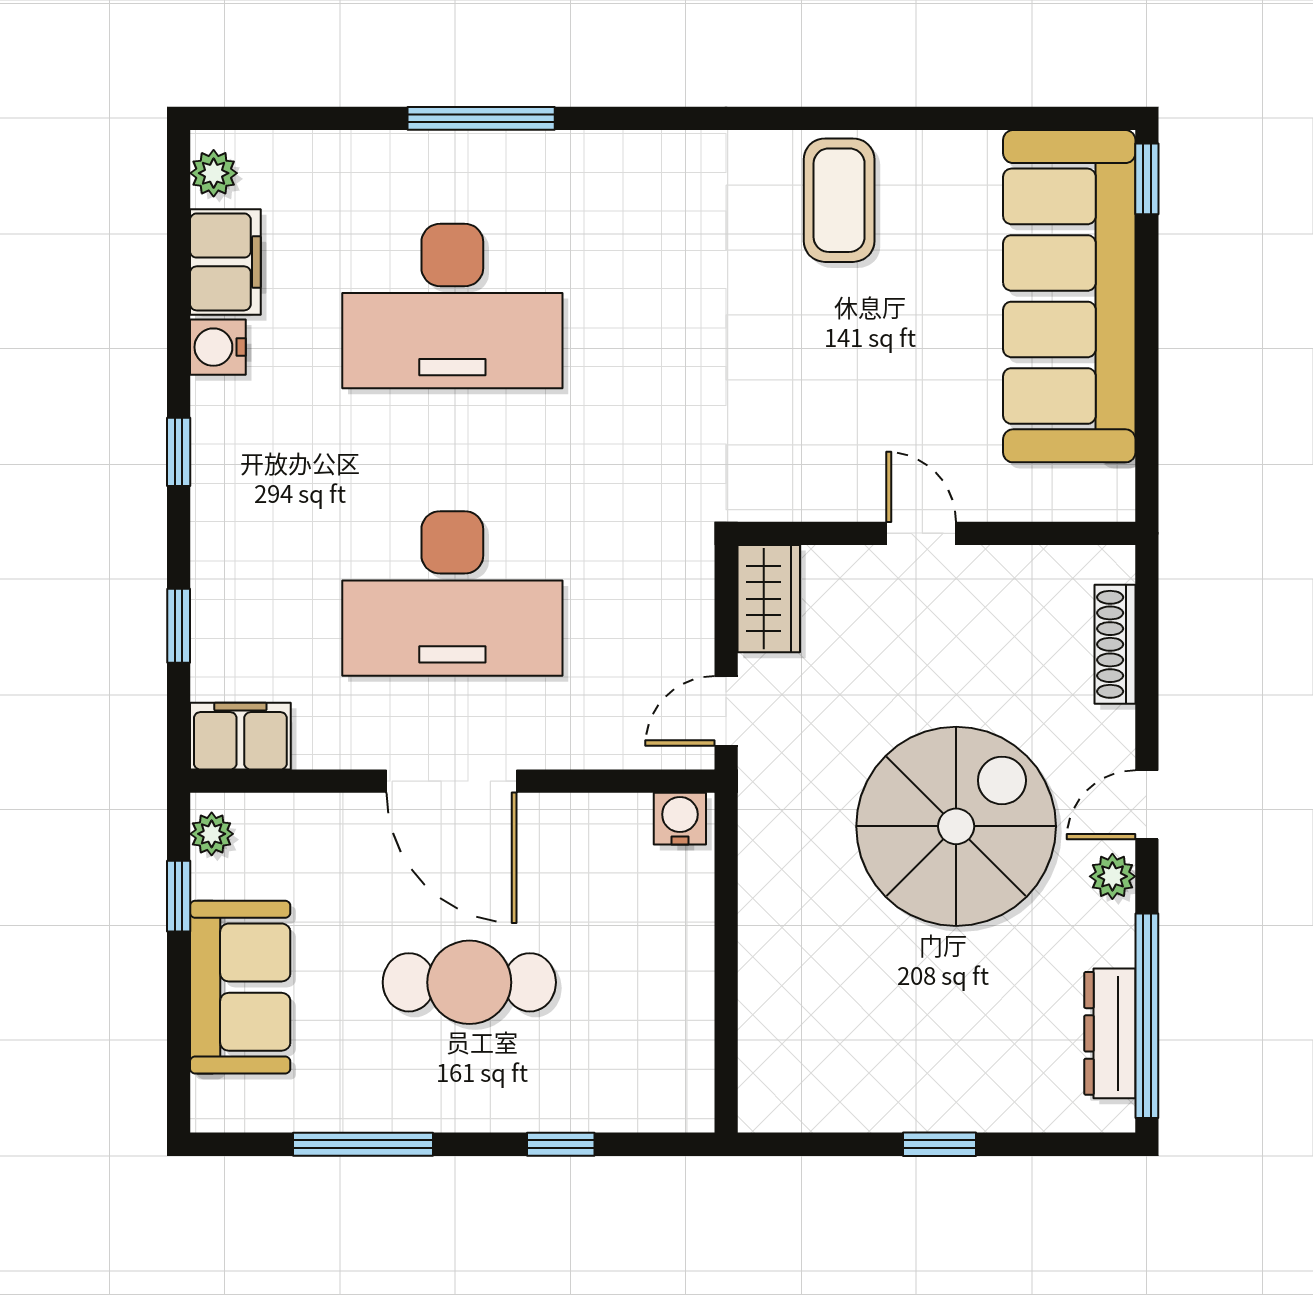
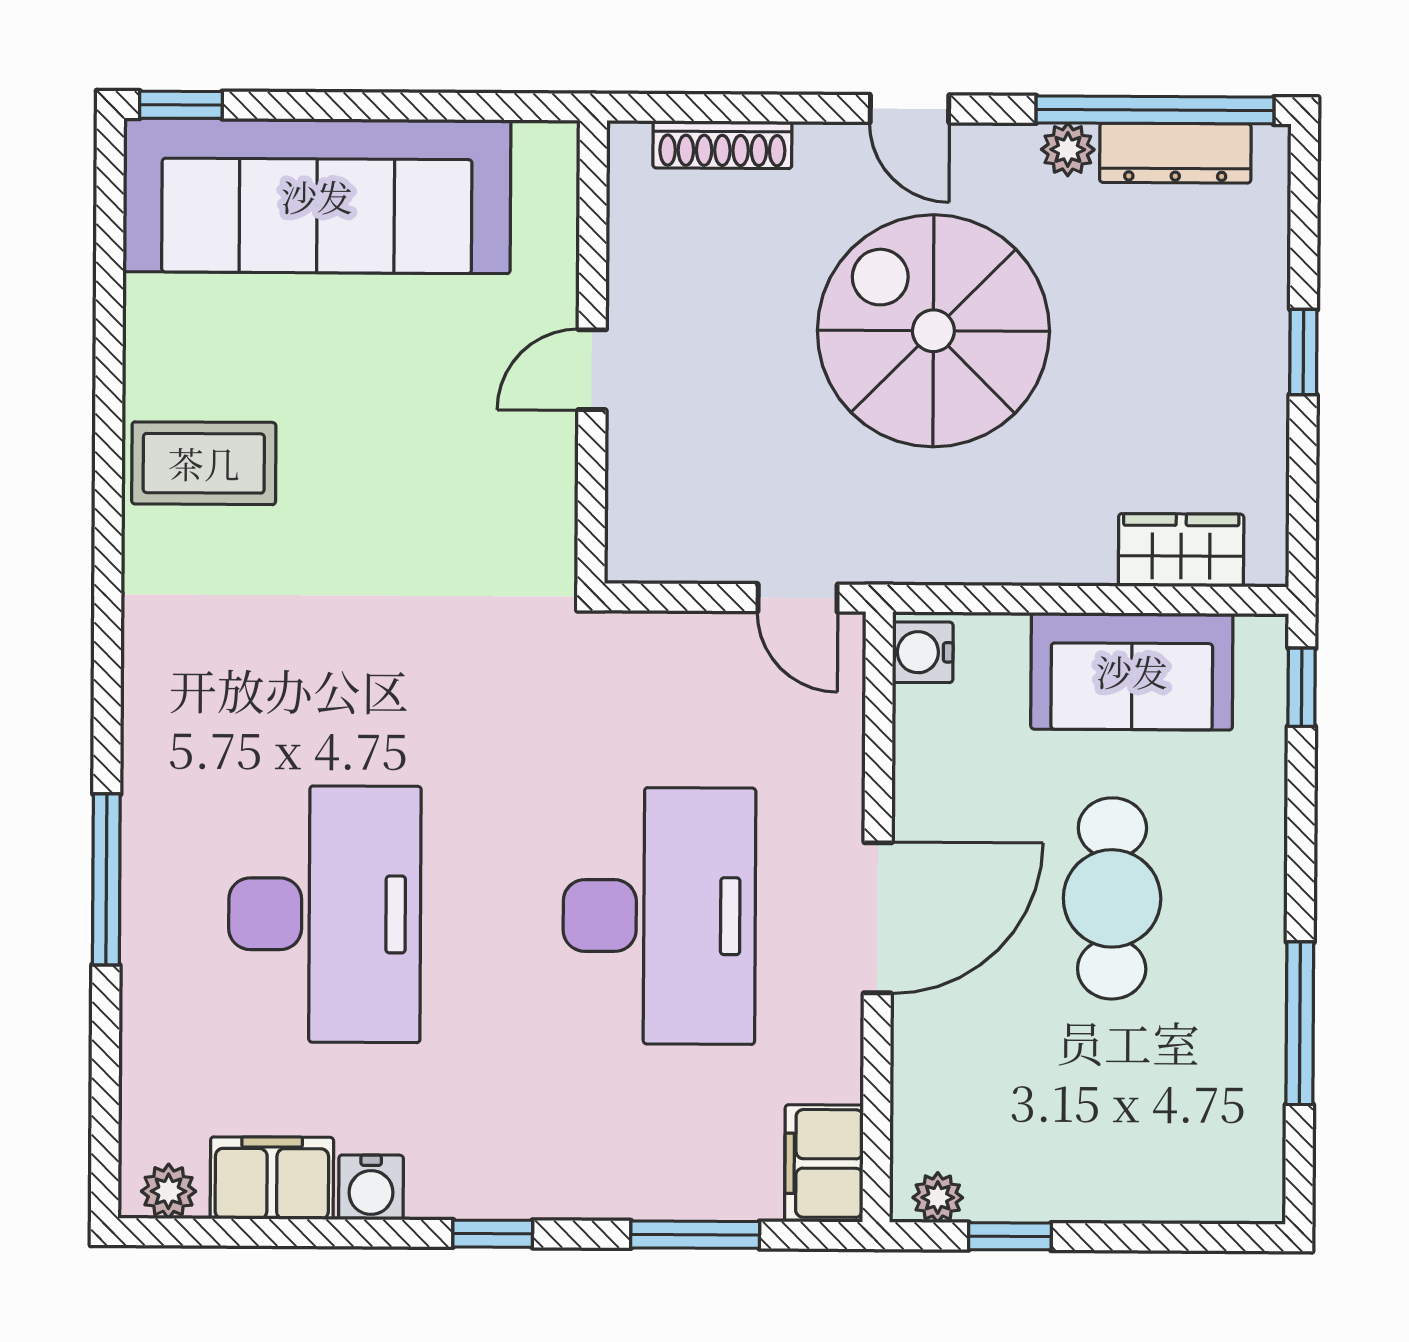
wardrobe: (769, 599) -> (1181, 550), moved
window: (179, 626) -> (695, 1235), width x1.50
plant: (1112, 876) -> (1068, 149), moved
sofa: (240, 987) -> (1132, 671), moved, turned 180
window: (561, 1144) -> (1302, 687), moved

